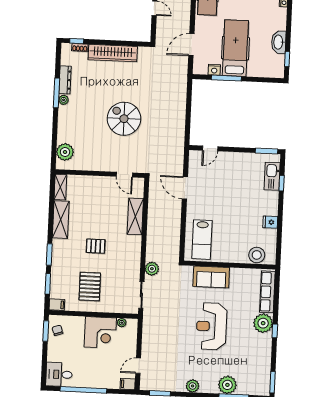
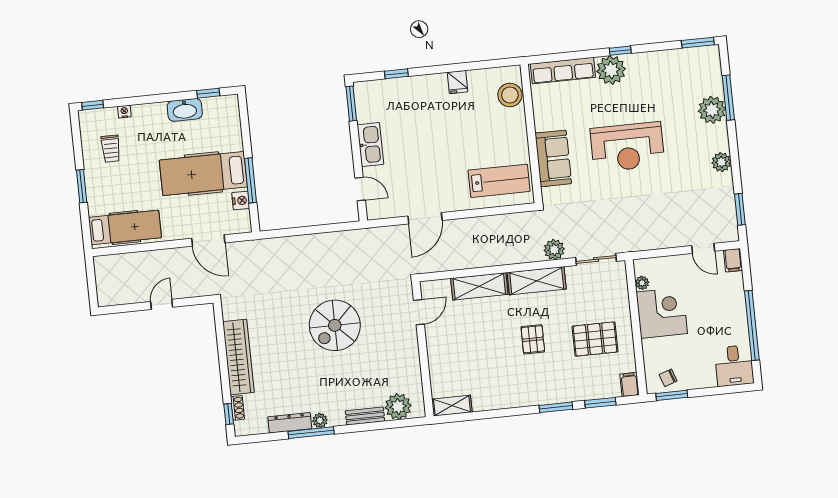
bench: (62, 130) -> (365, 416), added
kitchen sink: (272, 176) -> (370, 145), moved, turned -90
shelving: (61, 220) -> (537, 281), moved

